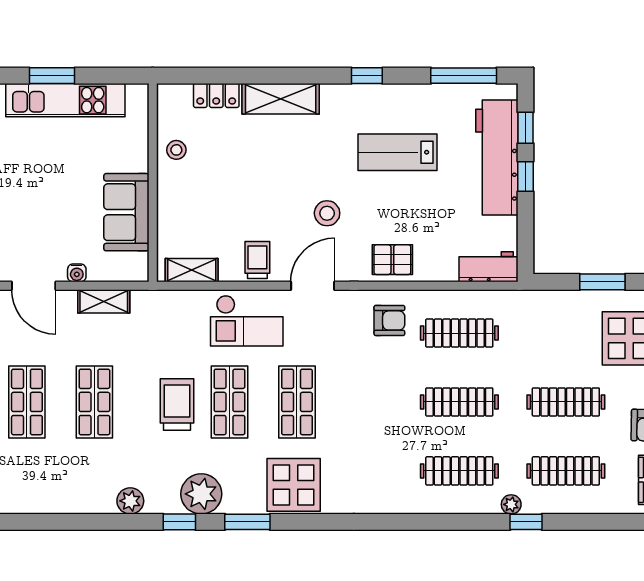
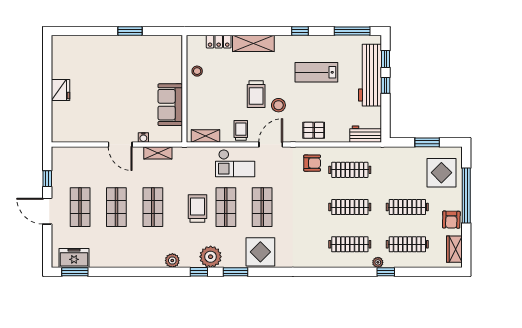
kitchen unit: (65, 100) -> (137, 44), removed
trolley: (286, 193) -> (256, 94), added

